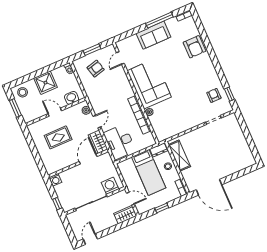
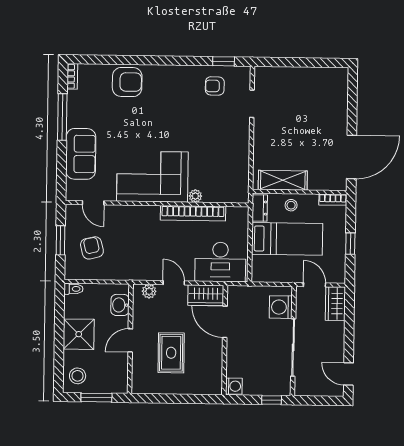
sofa: (153, 35) -> (81, 154), moved
door: (130, 199) -> (314, 285), hinge flipped

